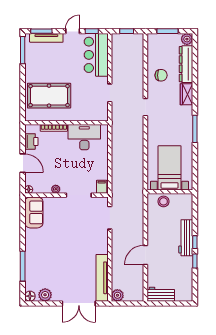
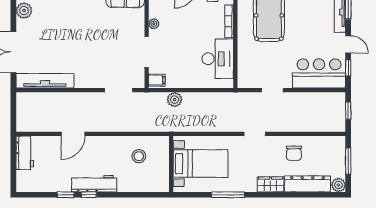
bed with nightstands: (170, 168) -> (201, 164), moved
wall: (170, 192) -> (171, 164), moved
door: (145, 255) -> (73, 134), swing flipped
plant: (117, 295) -> (175, 100), moved

